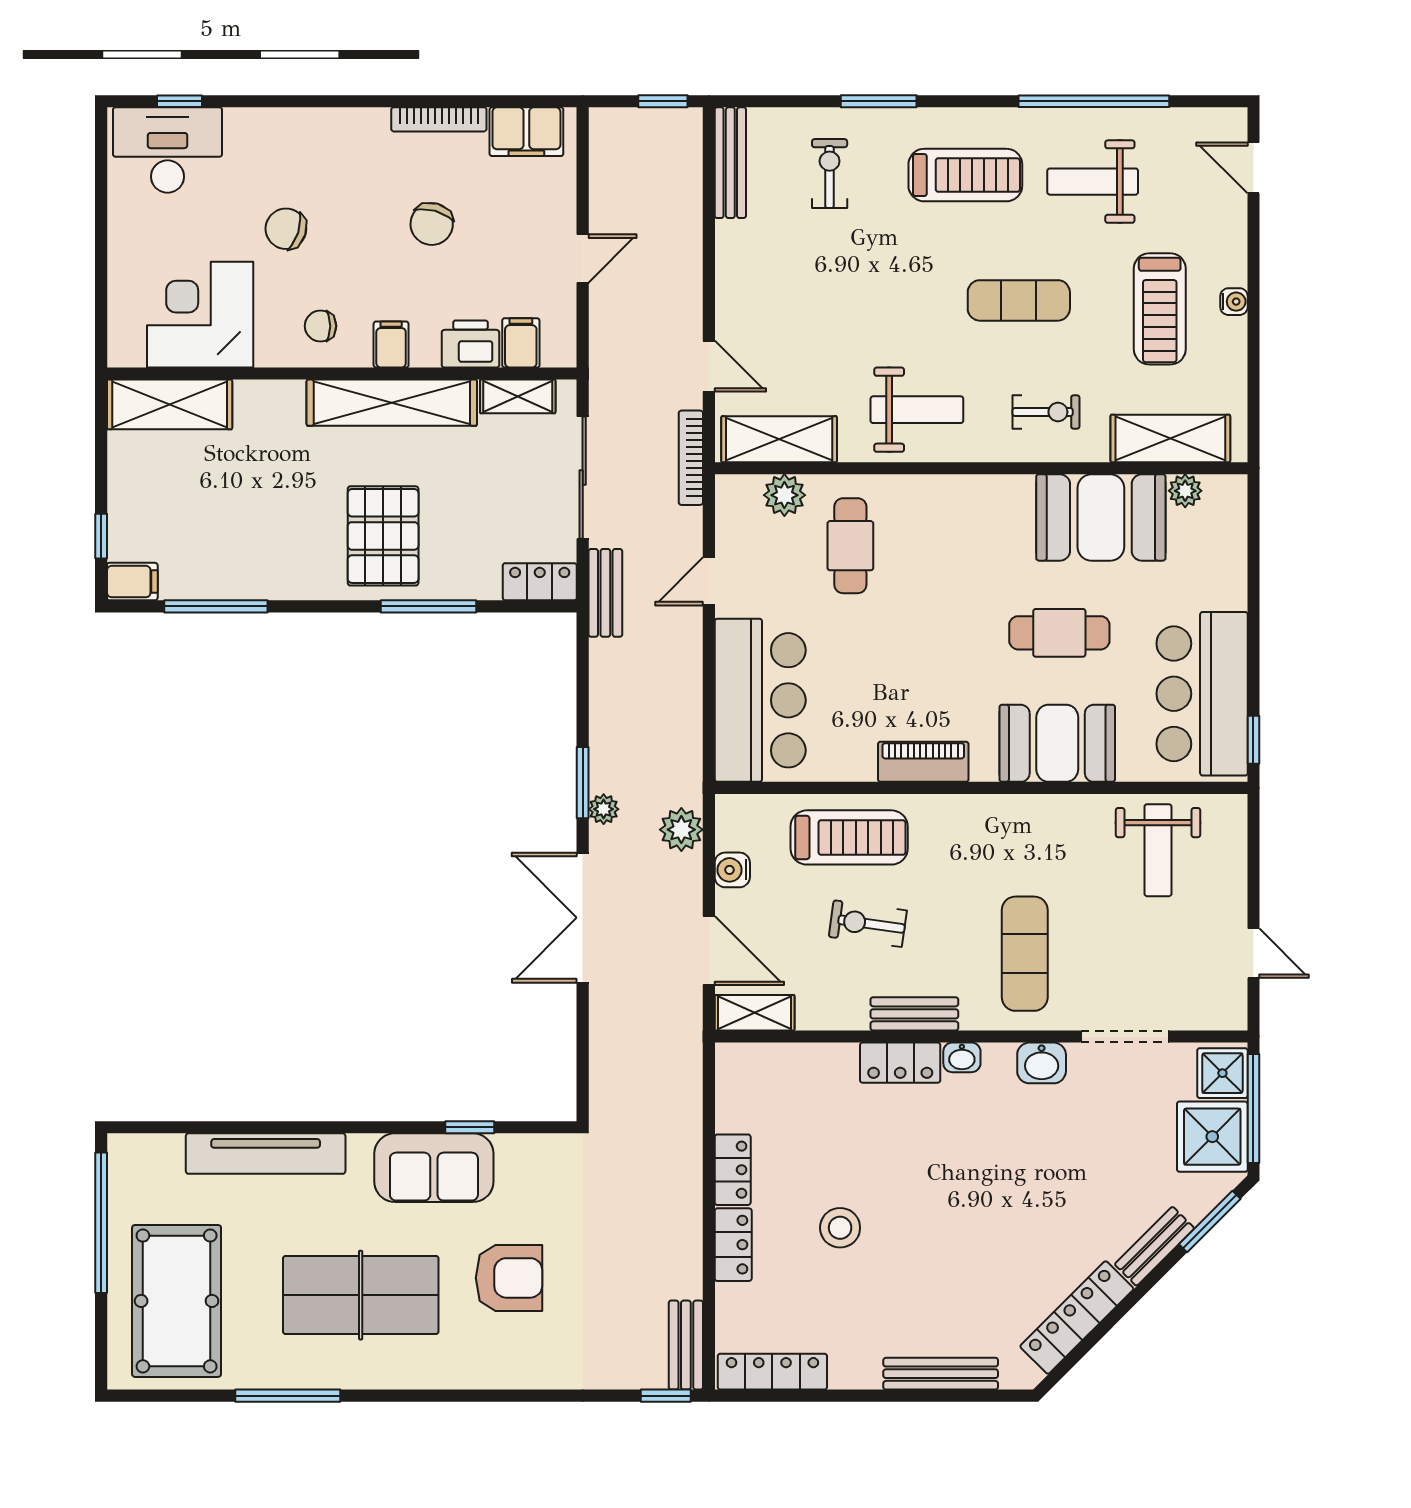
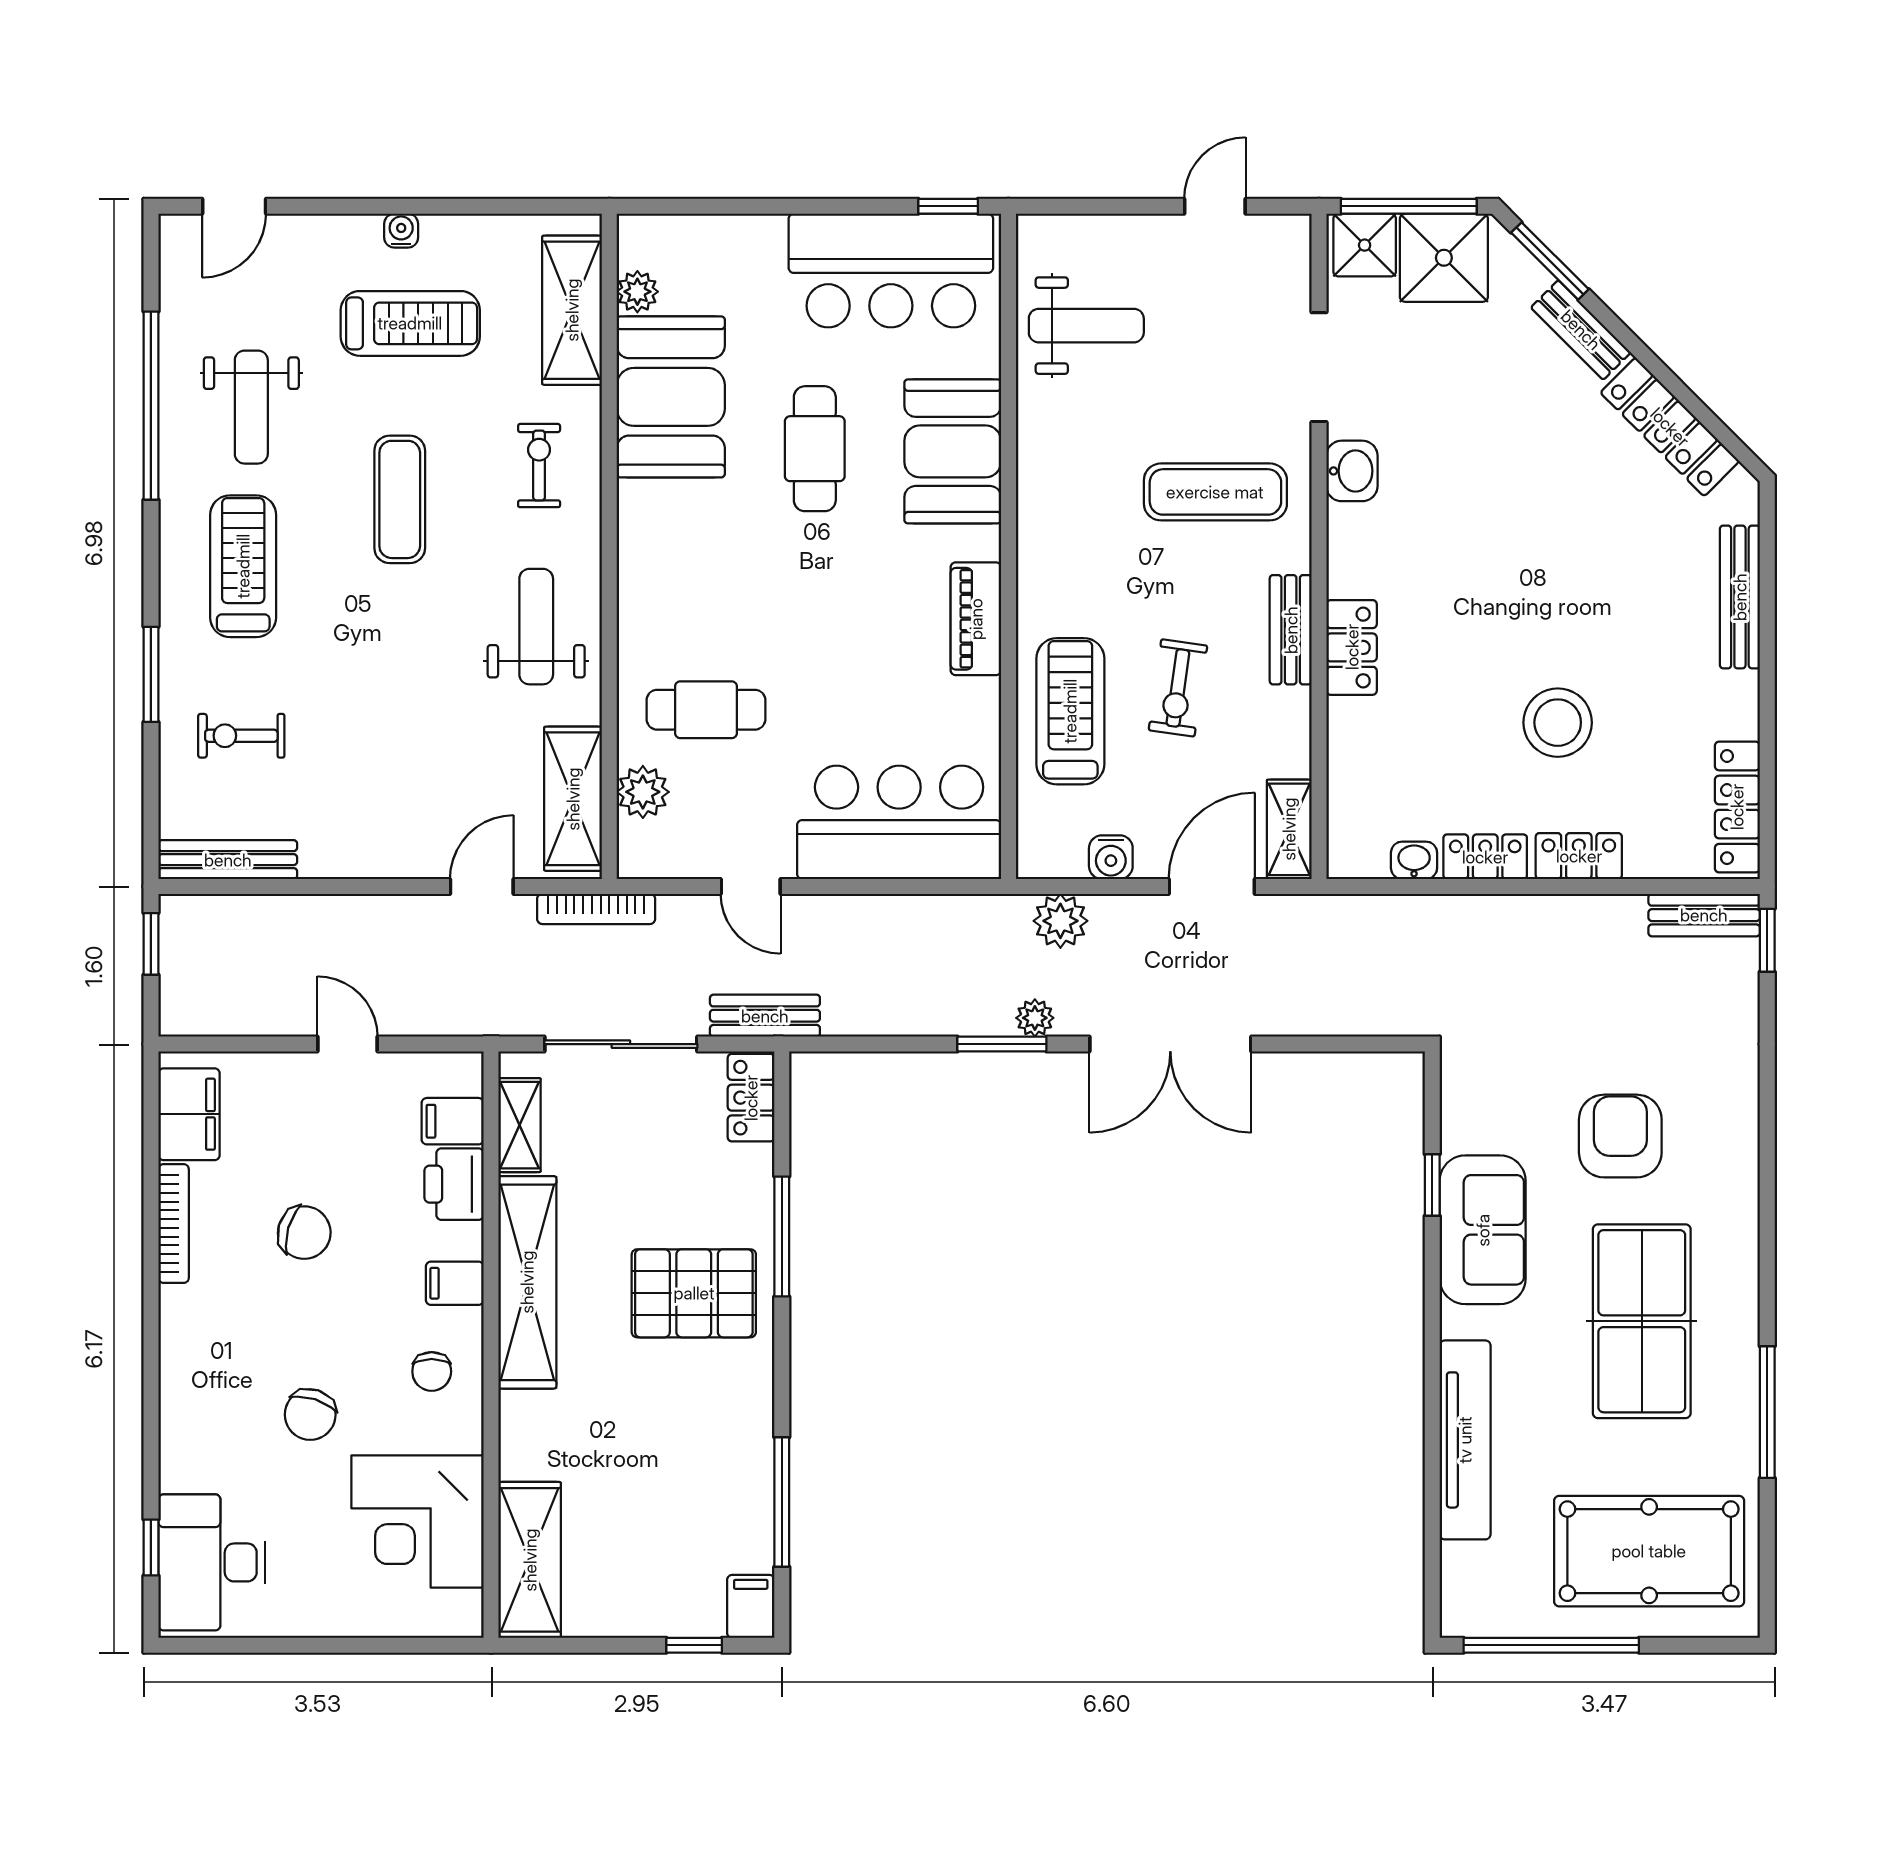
washbasin: (962, 1057) -> (1414, 860), moved, turned -90
stool: (840, 1228) -> (1558, 723), width x1.38, depth x1.38

